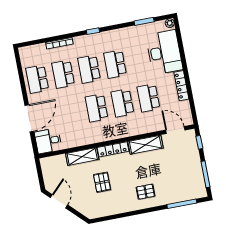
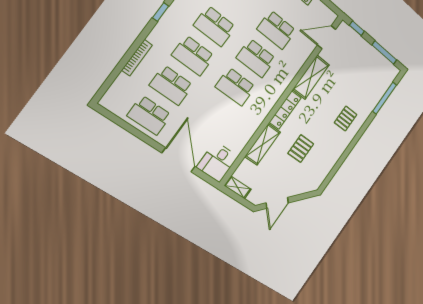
shelving: (46, 168) -> (238, 187), added
pallet: (102, 182) -> (301, 149), turned 90
door: (59, 201) -> (277, 203), swing flipped

